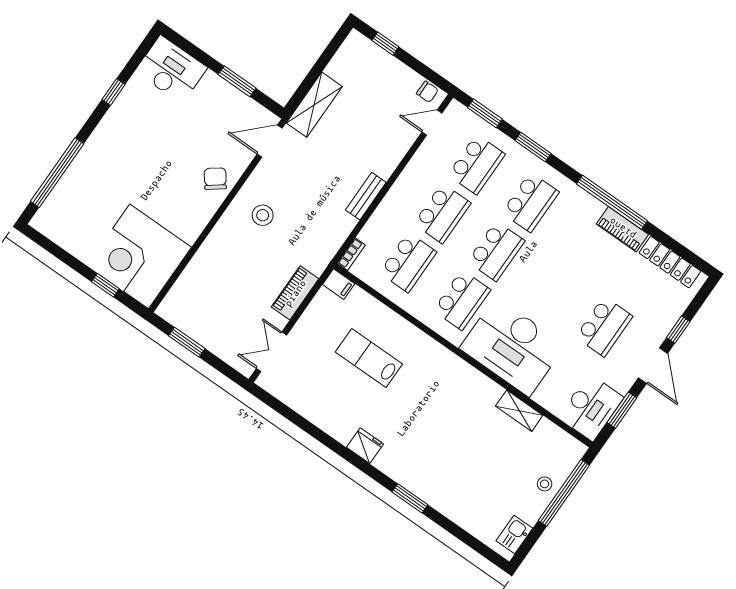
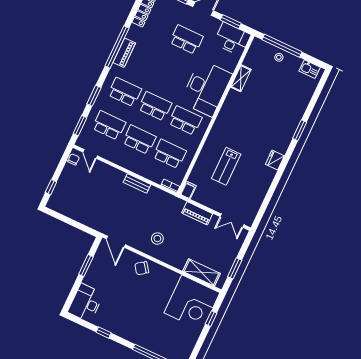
shelving: (314, 105) -> (202, 272), moved
piano: (622, 229) -> (124, 53), moved

